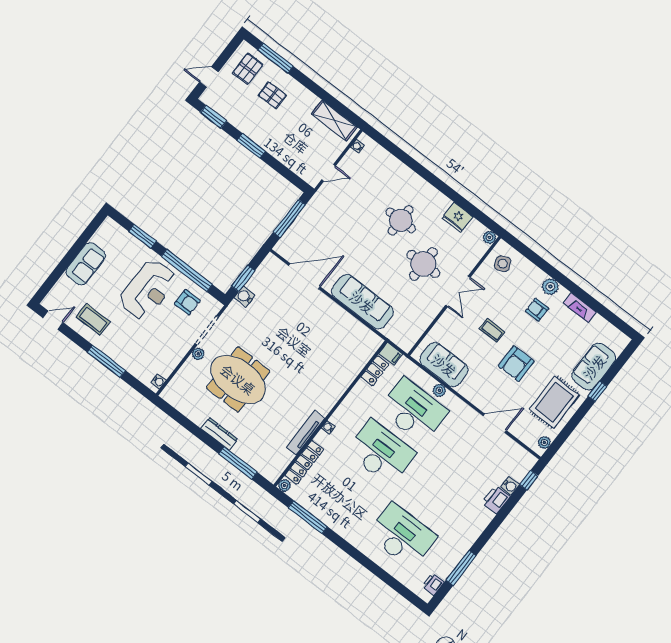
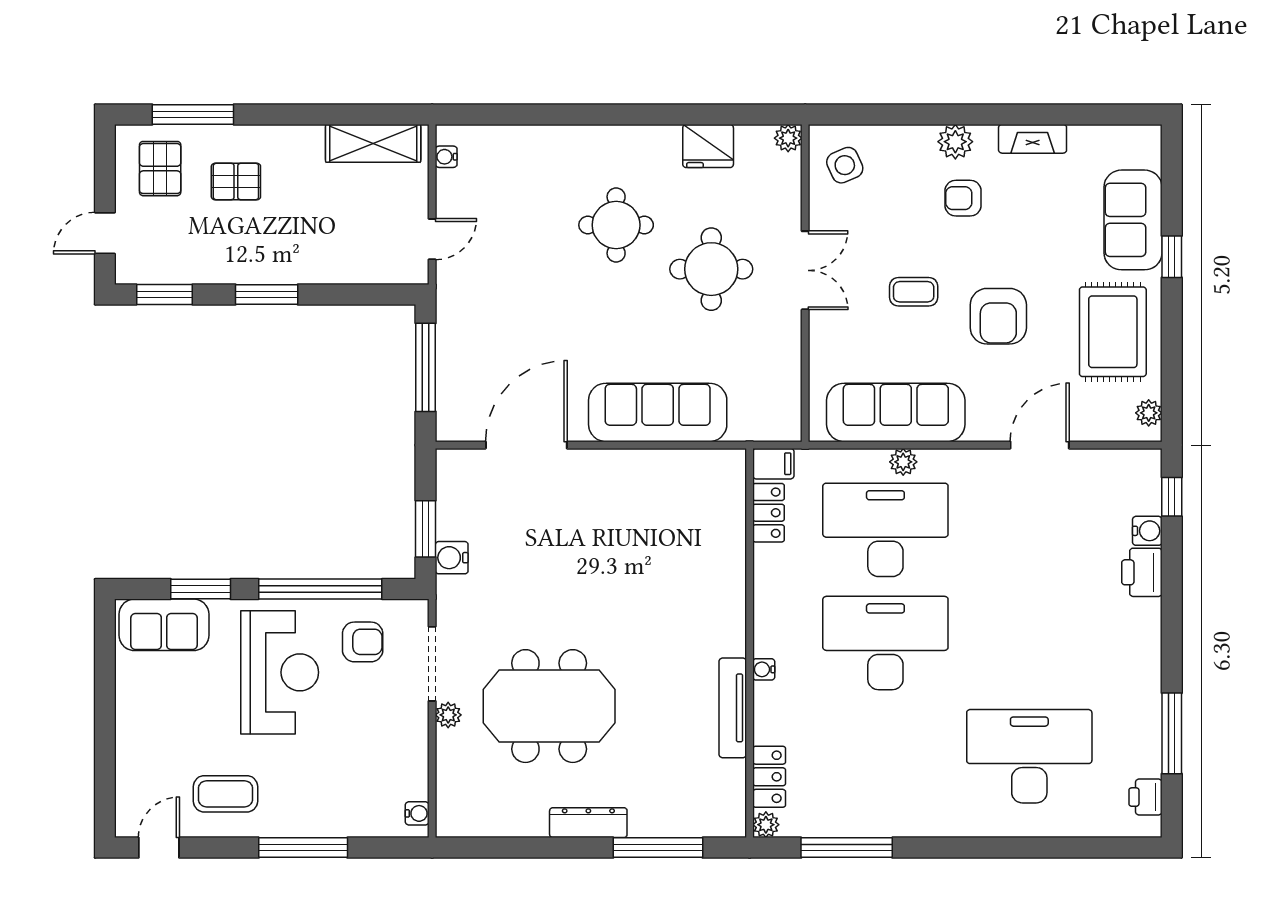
sofa: (86, 264) -> (164, 625), moved, turned 90
sofa: (444, 365) -> (896, 412), width x1.36
locker: (304, 462) -> (769, 777), width x0.66

